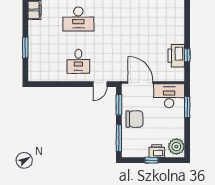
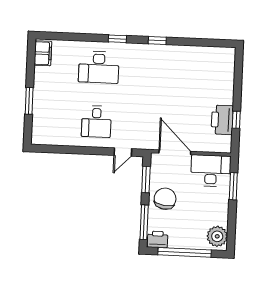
chair: (134, 119) -> (165, 199), turned -82
printer: (157, 151) -> (158, 239), moved
window: (151, 160) -> (185, 252), width x3.17

